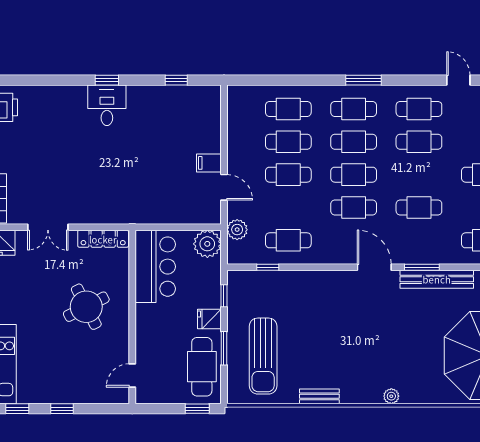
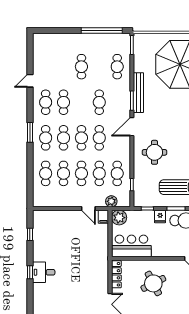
filing cabinet: (209, 163) -> (103, 217), moved
door: (224, 187) -> (88, 208), swing flipped
cafe table: (288, 207) -> (99, 173), added
round table: (327, 309) -> (154, 152), added

